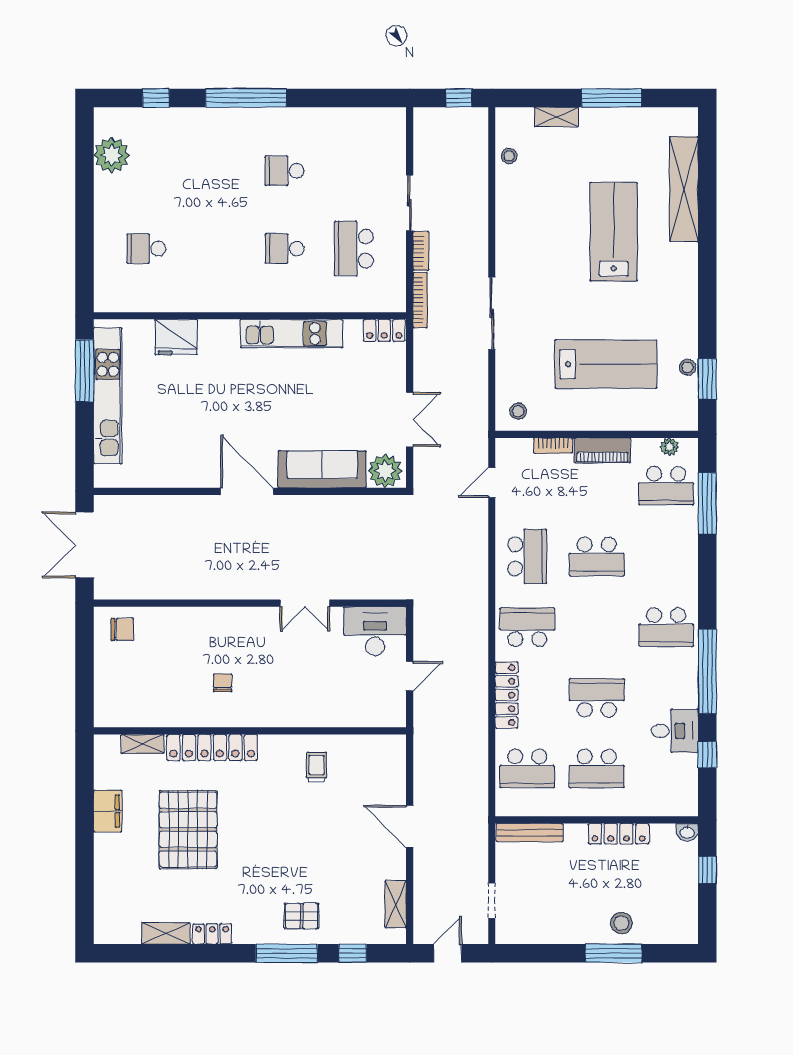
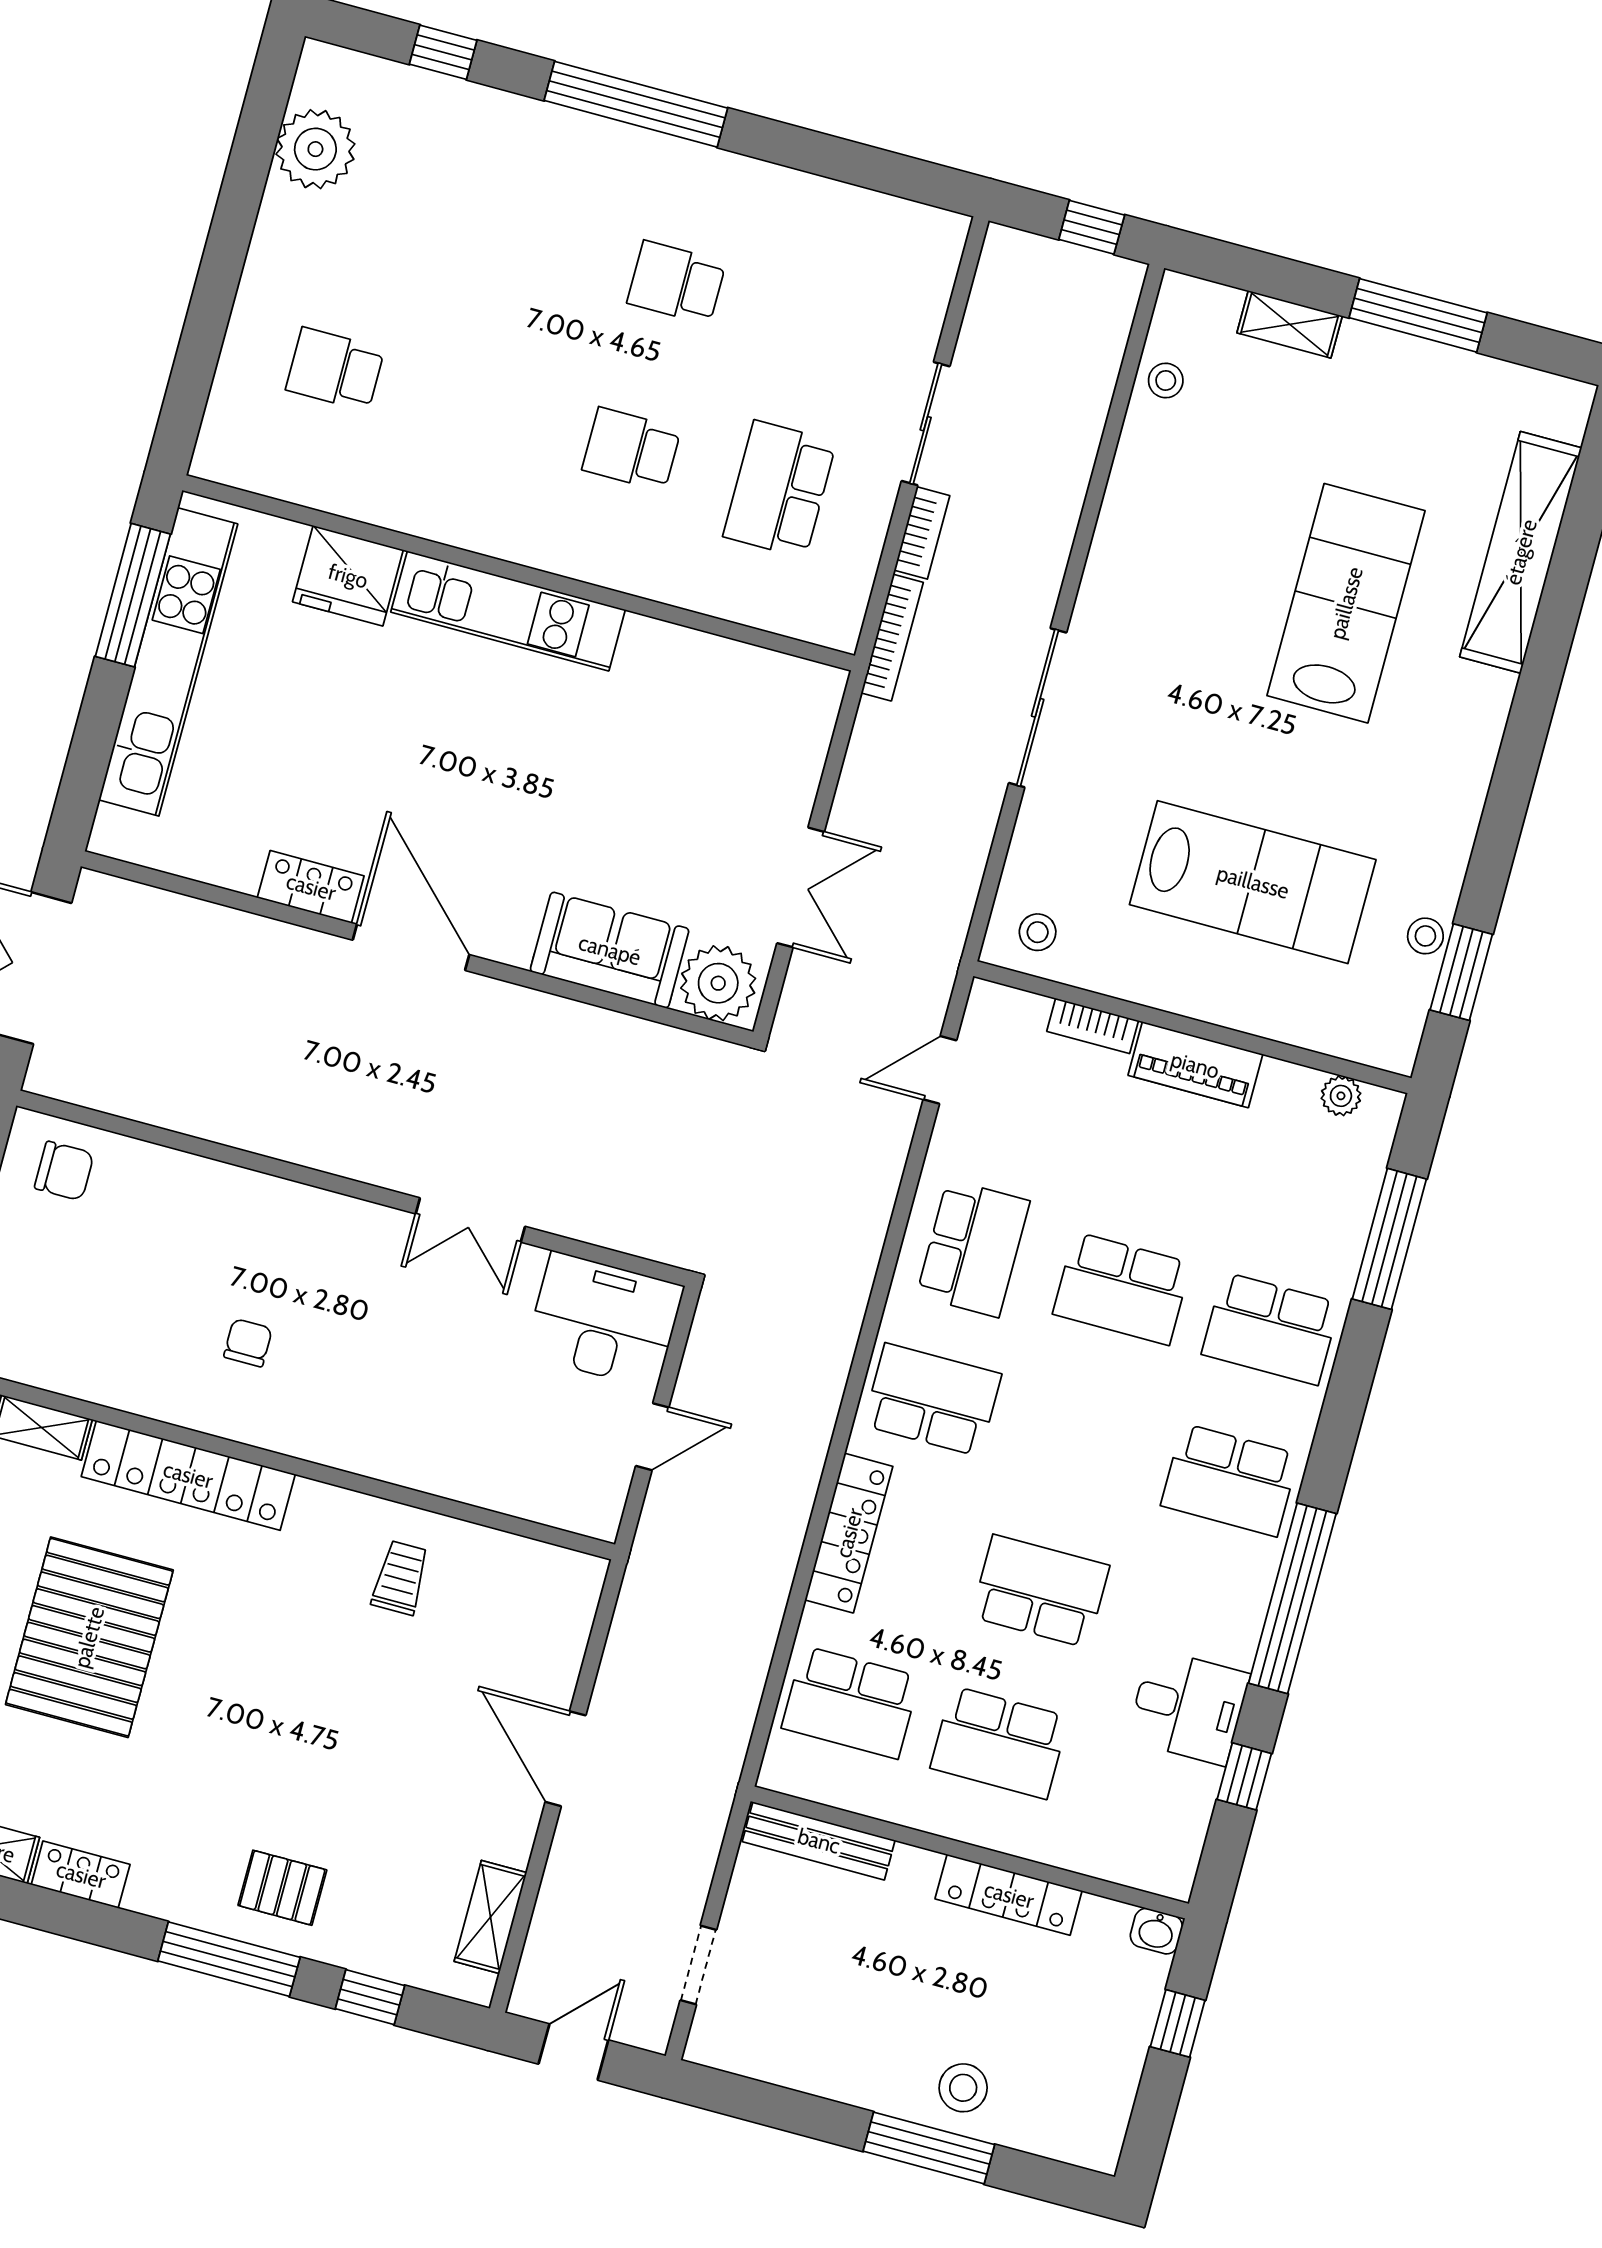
locker: (384, 330) -> (311, 887), moved, turned 180
kitchen unit: (291, 334) -> (508, 611), moved
sofa: (322, 469) -> (610, 950), width x0.73
school desk: (666, 486) -> (1271, 1329), moved

